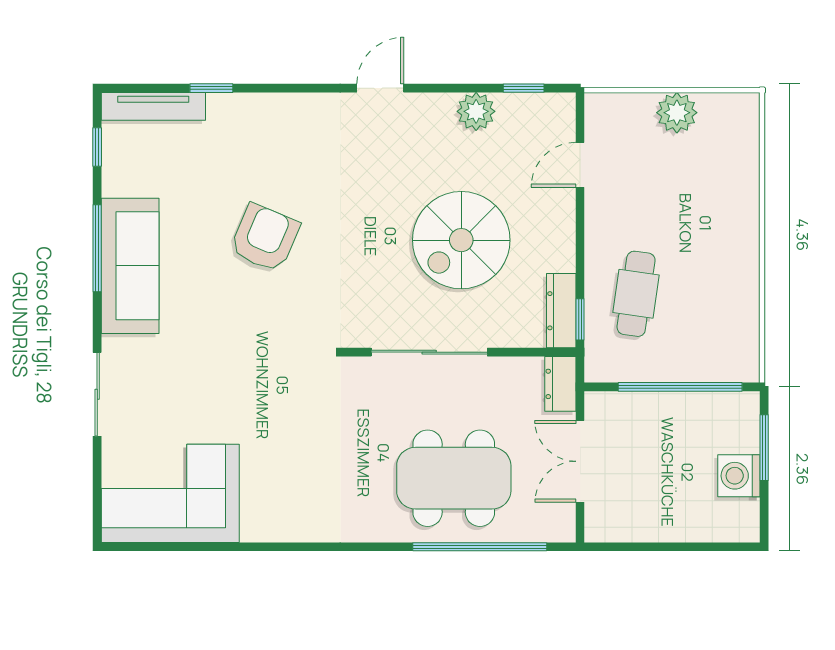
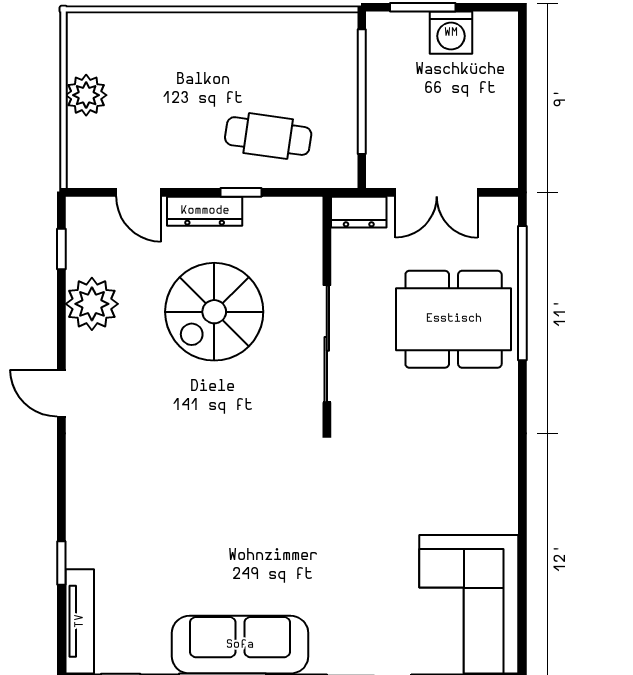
plant: (476, 111) -> (92, 304), width x1.36, depth x1.36
armchair: (265, 238) -> (212, 509), removed
spiral stairs: (461, 240) -> (214, 312), turned 90
dresser: (561, 311) -> (205, 211), moved
window: (580, 319) -> (241, 192), moved
dining table: (454, 478) -> (454, 319), turned 90

